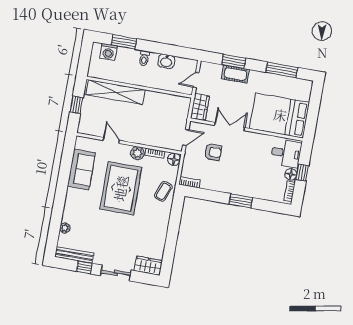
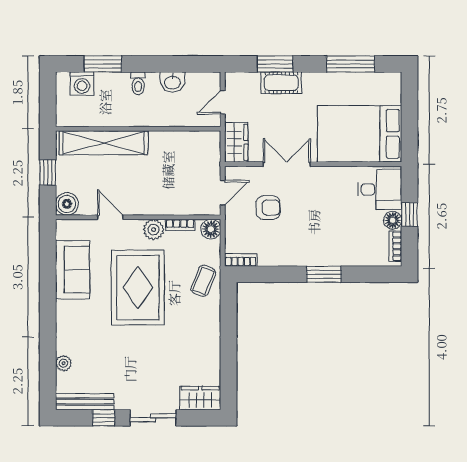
boiler: (85, 127) -> (67, 204), added

